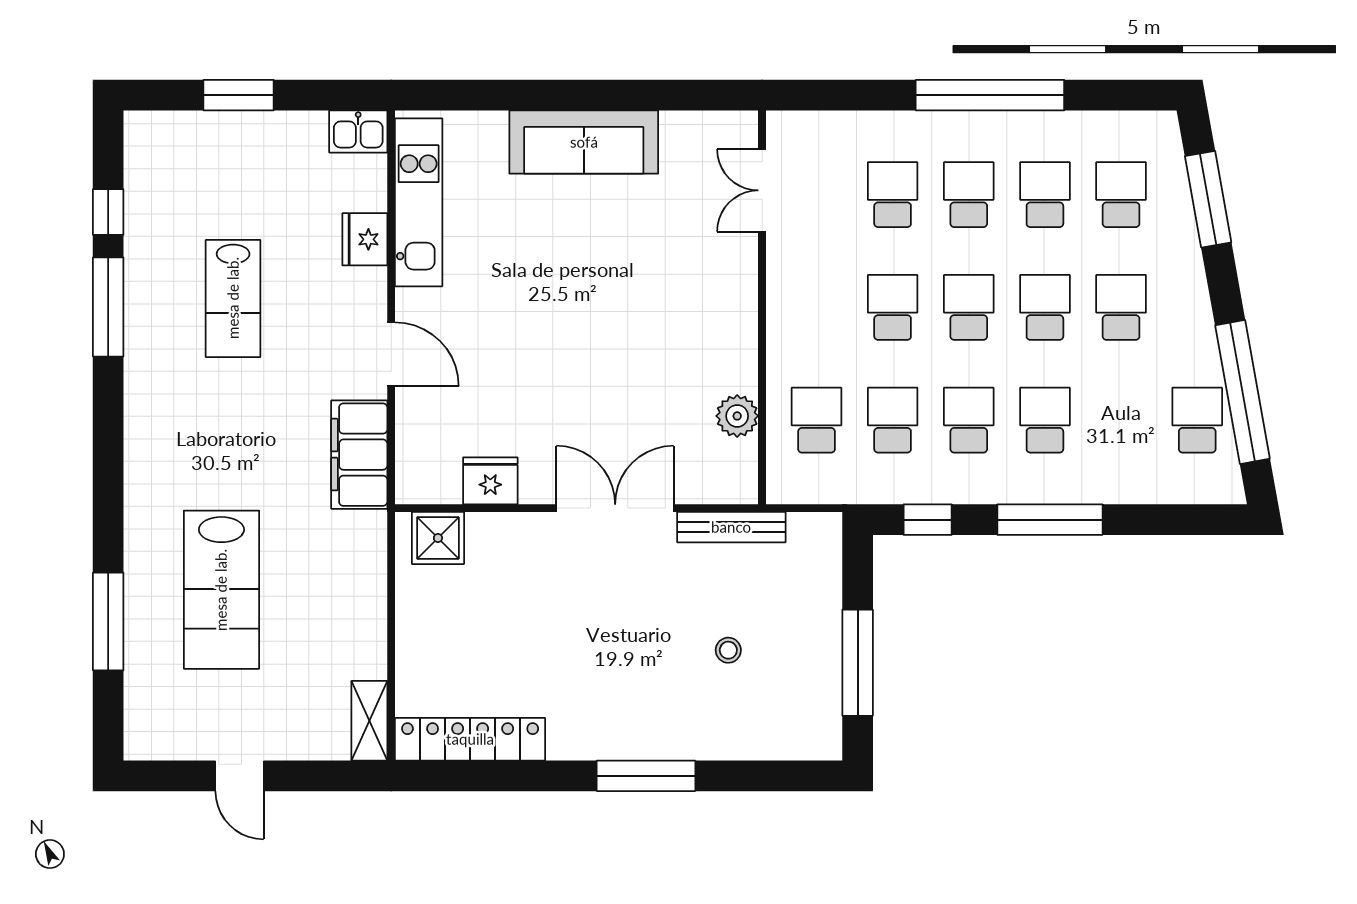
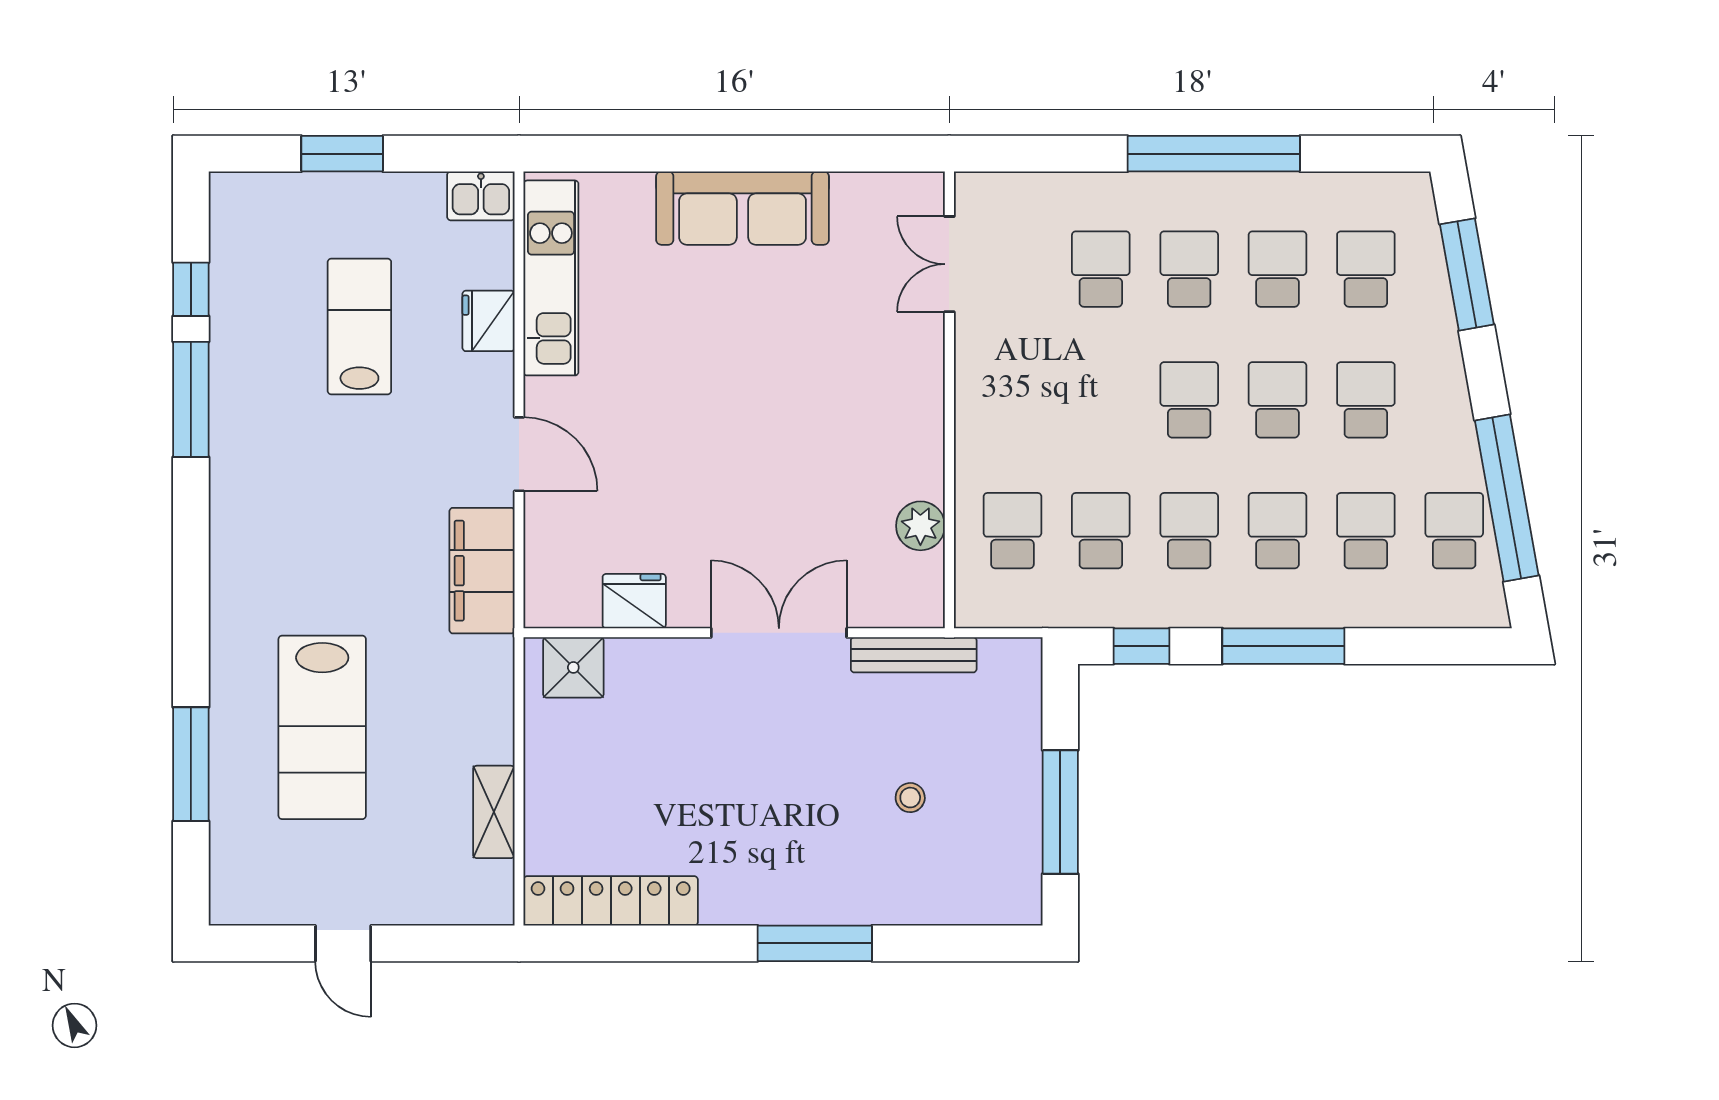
lab bench: (233, 298) -> (359, 327), moved, turned 180
school desk: (893, 307) -> (1366, 531), moved
shelving: (369, 721) -> (494, 812), moved

